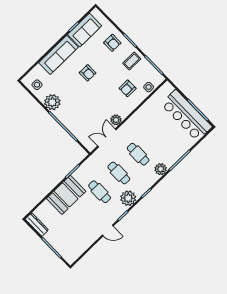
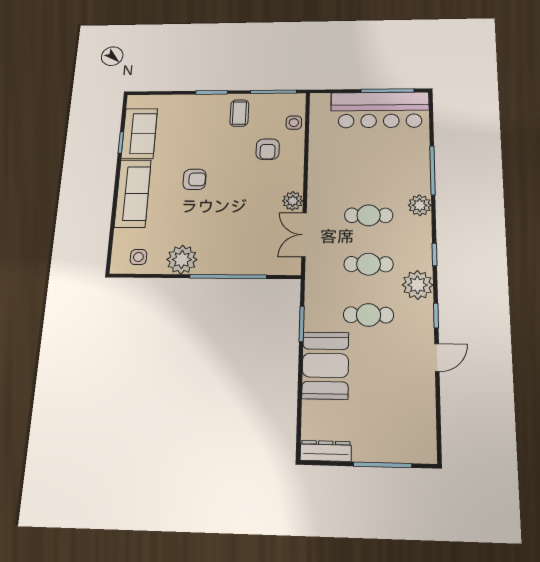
armchair: (112, 43) -> (191, 115), removed

